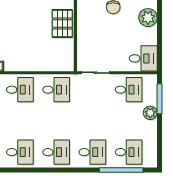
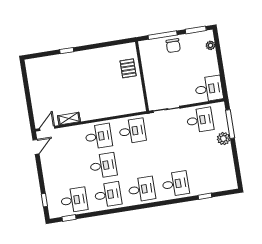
plant: (148, 18) -> (210, 45), width x0.53, depth x0.53
pallet: (62, 23) -> (128, 68), width x0.67, depth x0.71
desk: (129, 152) -> (103, 166), moved
window: (121, 170) -> (205, 196), width x0.32

